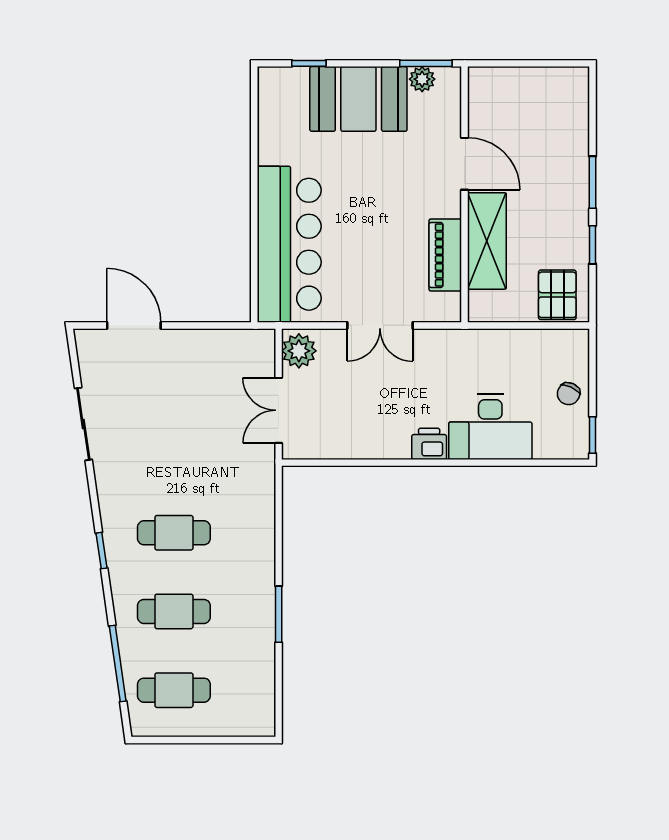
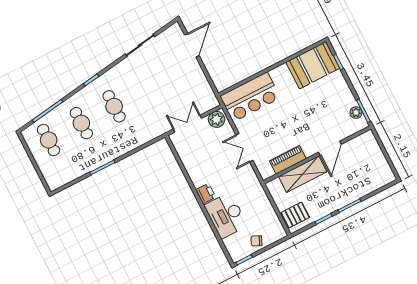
booth: (358, 99) -> (313, 65), moved, turned 90
bar counter: (289, 244) -> (250, 97), width x0.73

